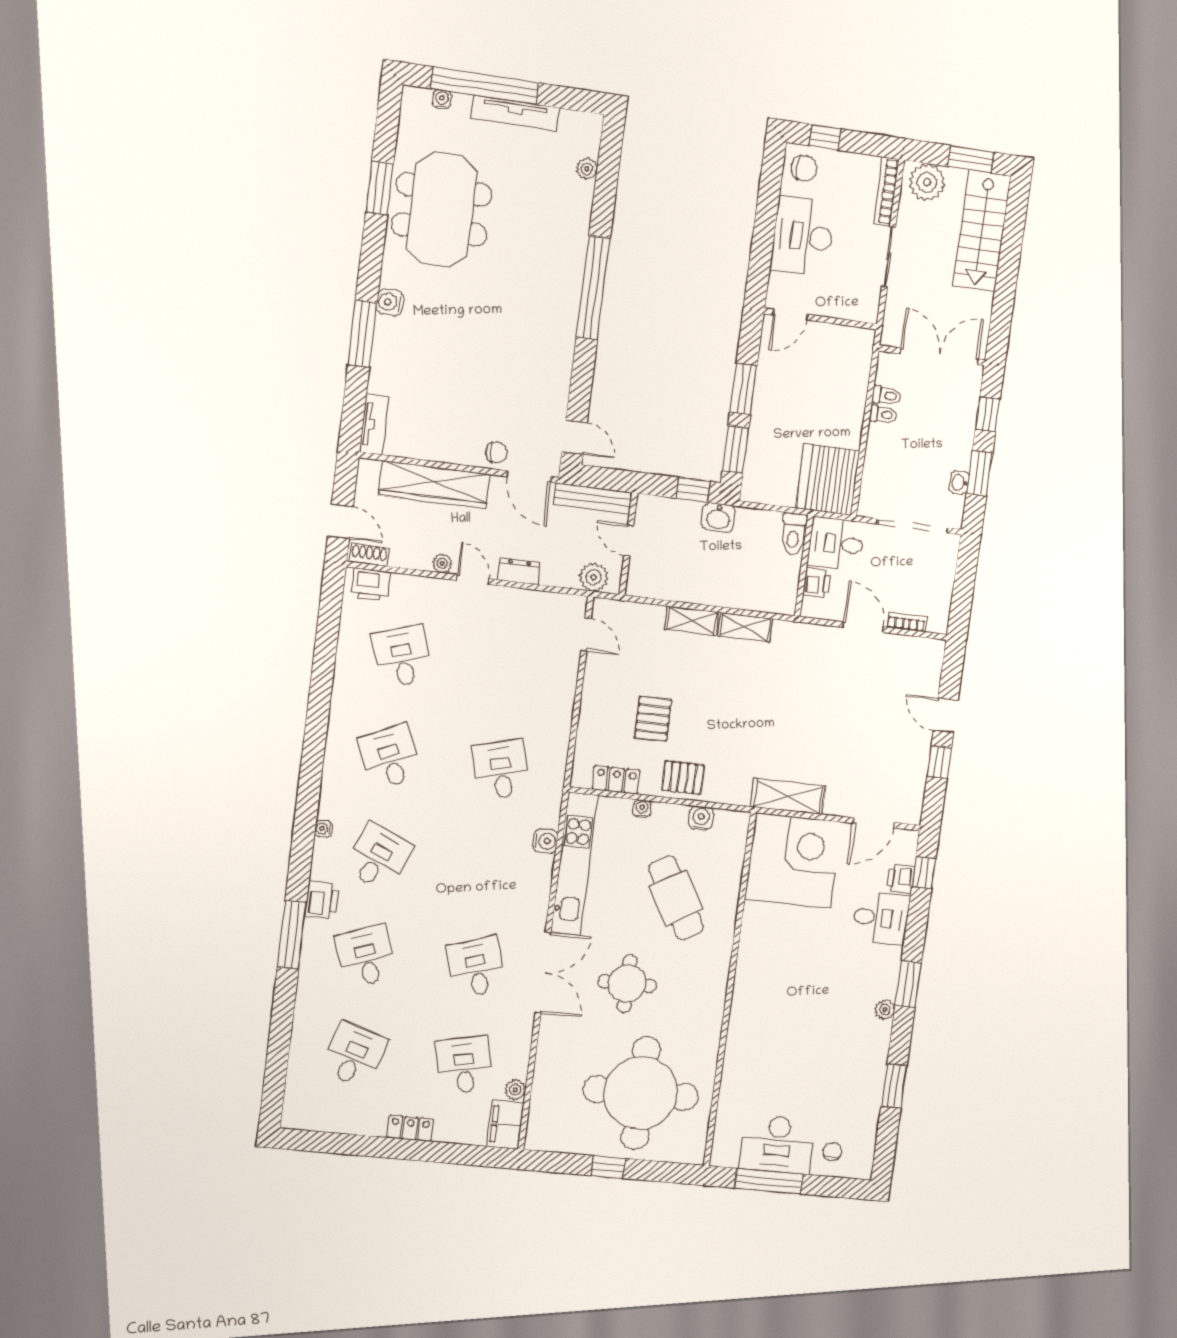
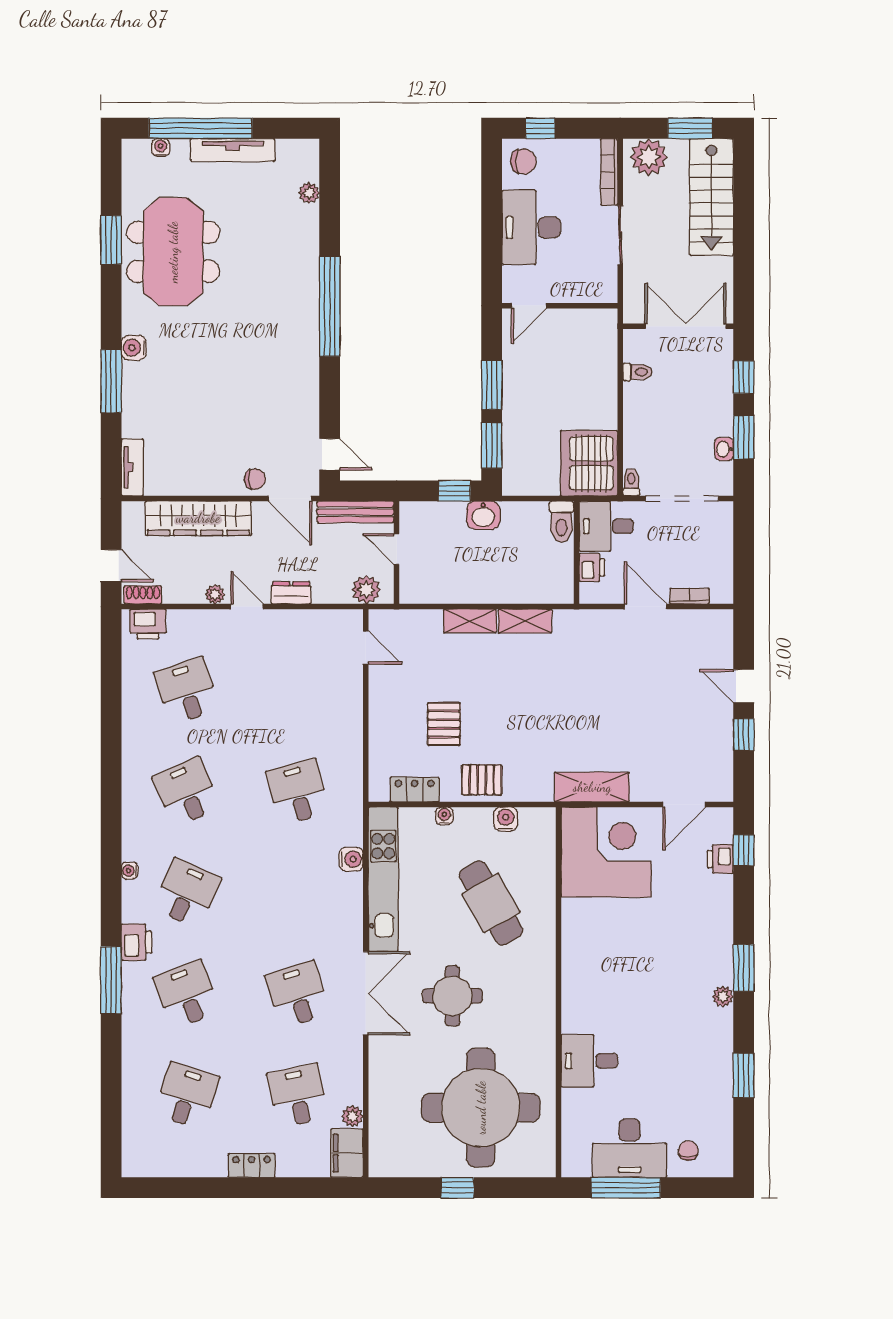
toilet: (883, 414) -> (631, 482), moved, turned -90
desk: (881, 918) -> (589, 1061), moved, turned 180

